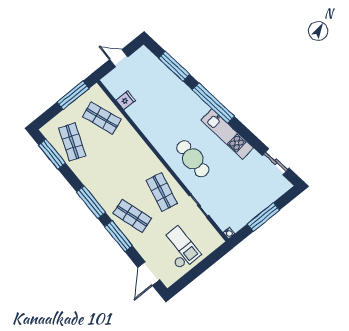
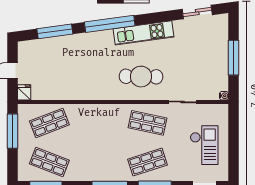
fridge: (126, 100) -> (24, 92), moved
checkout: (180, 248) -> (204, 145), turned 90

